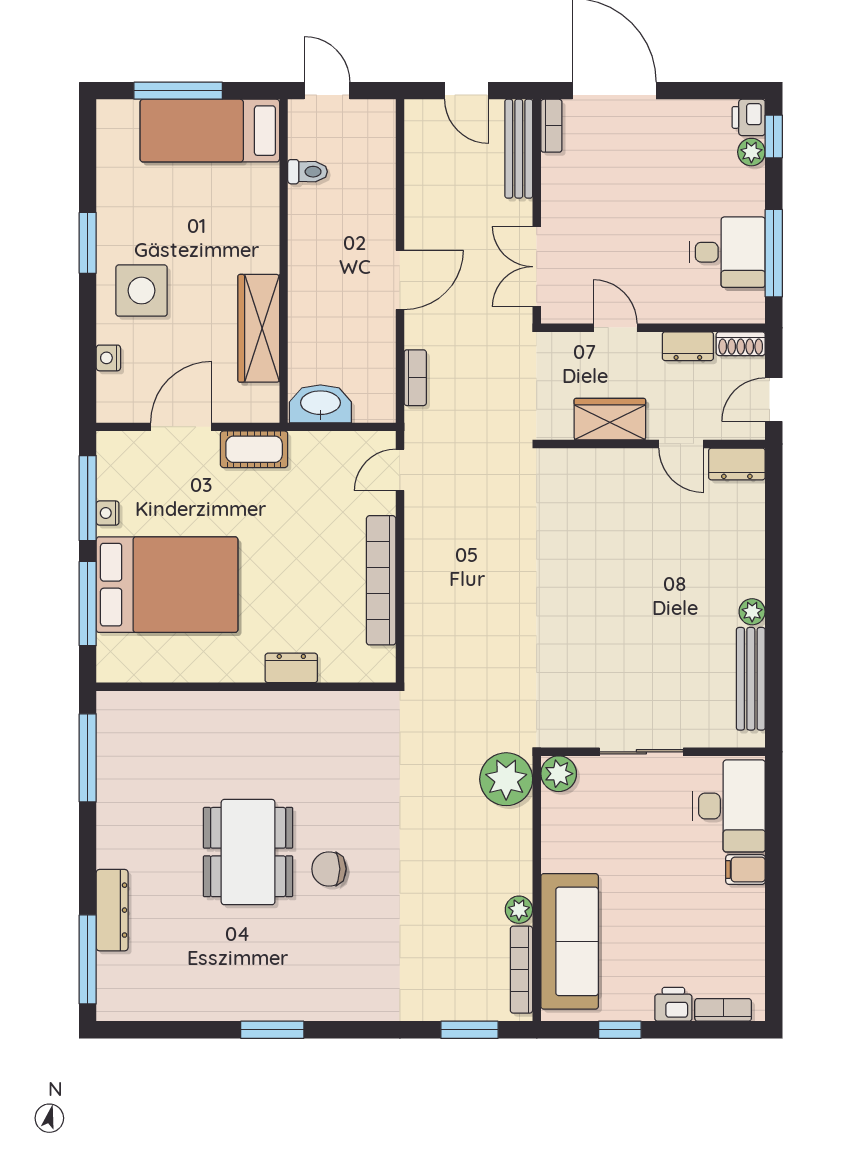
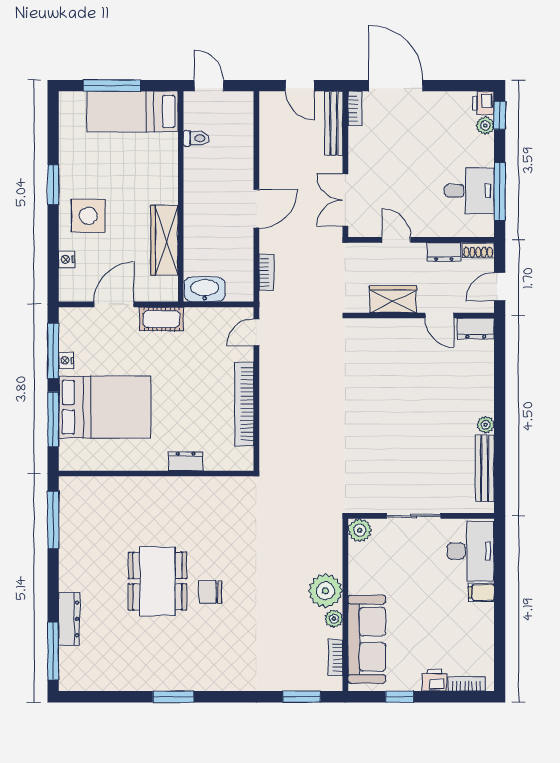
plant: (506, 779) -> (326, 591), moved
bookcase: (521, 970) -> (335, 658), width x0.64

